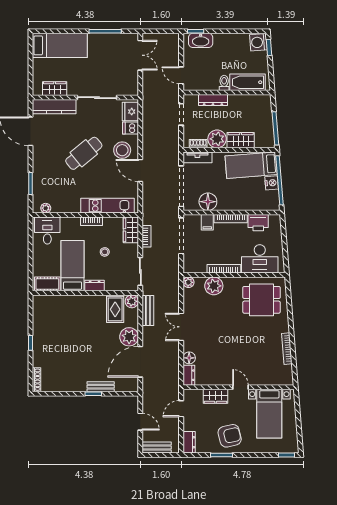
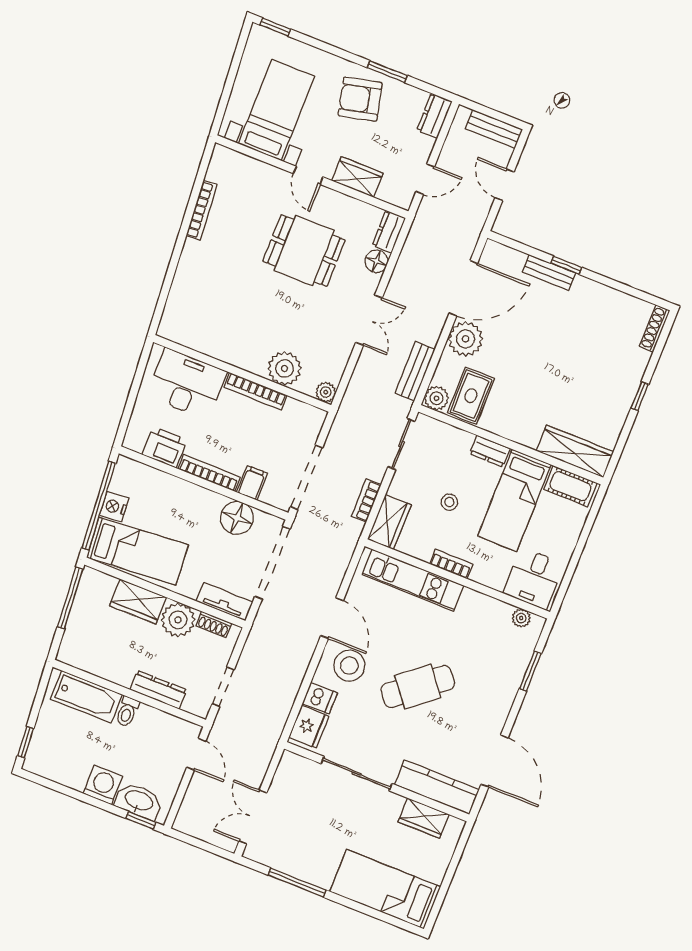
washing machine: (258, 42) -> (103, 785), moved, turned -85
dining table: (262, 300) -> (304, 251), moved
wardrobe: (52, 302) -> (575, 451), added

